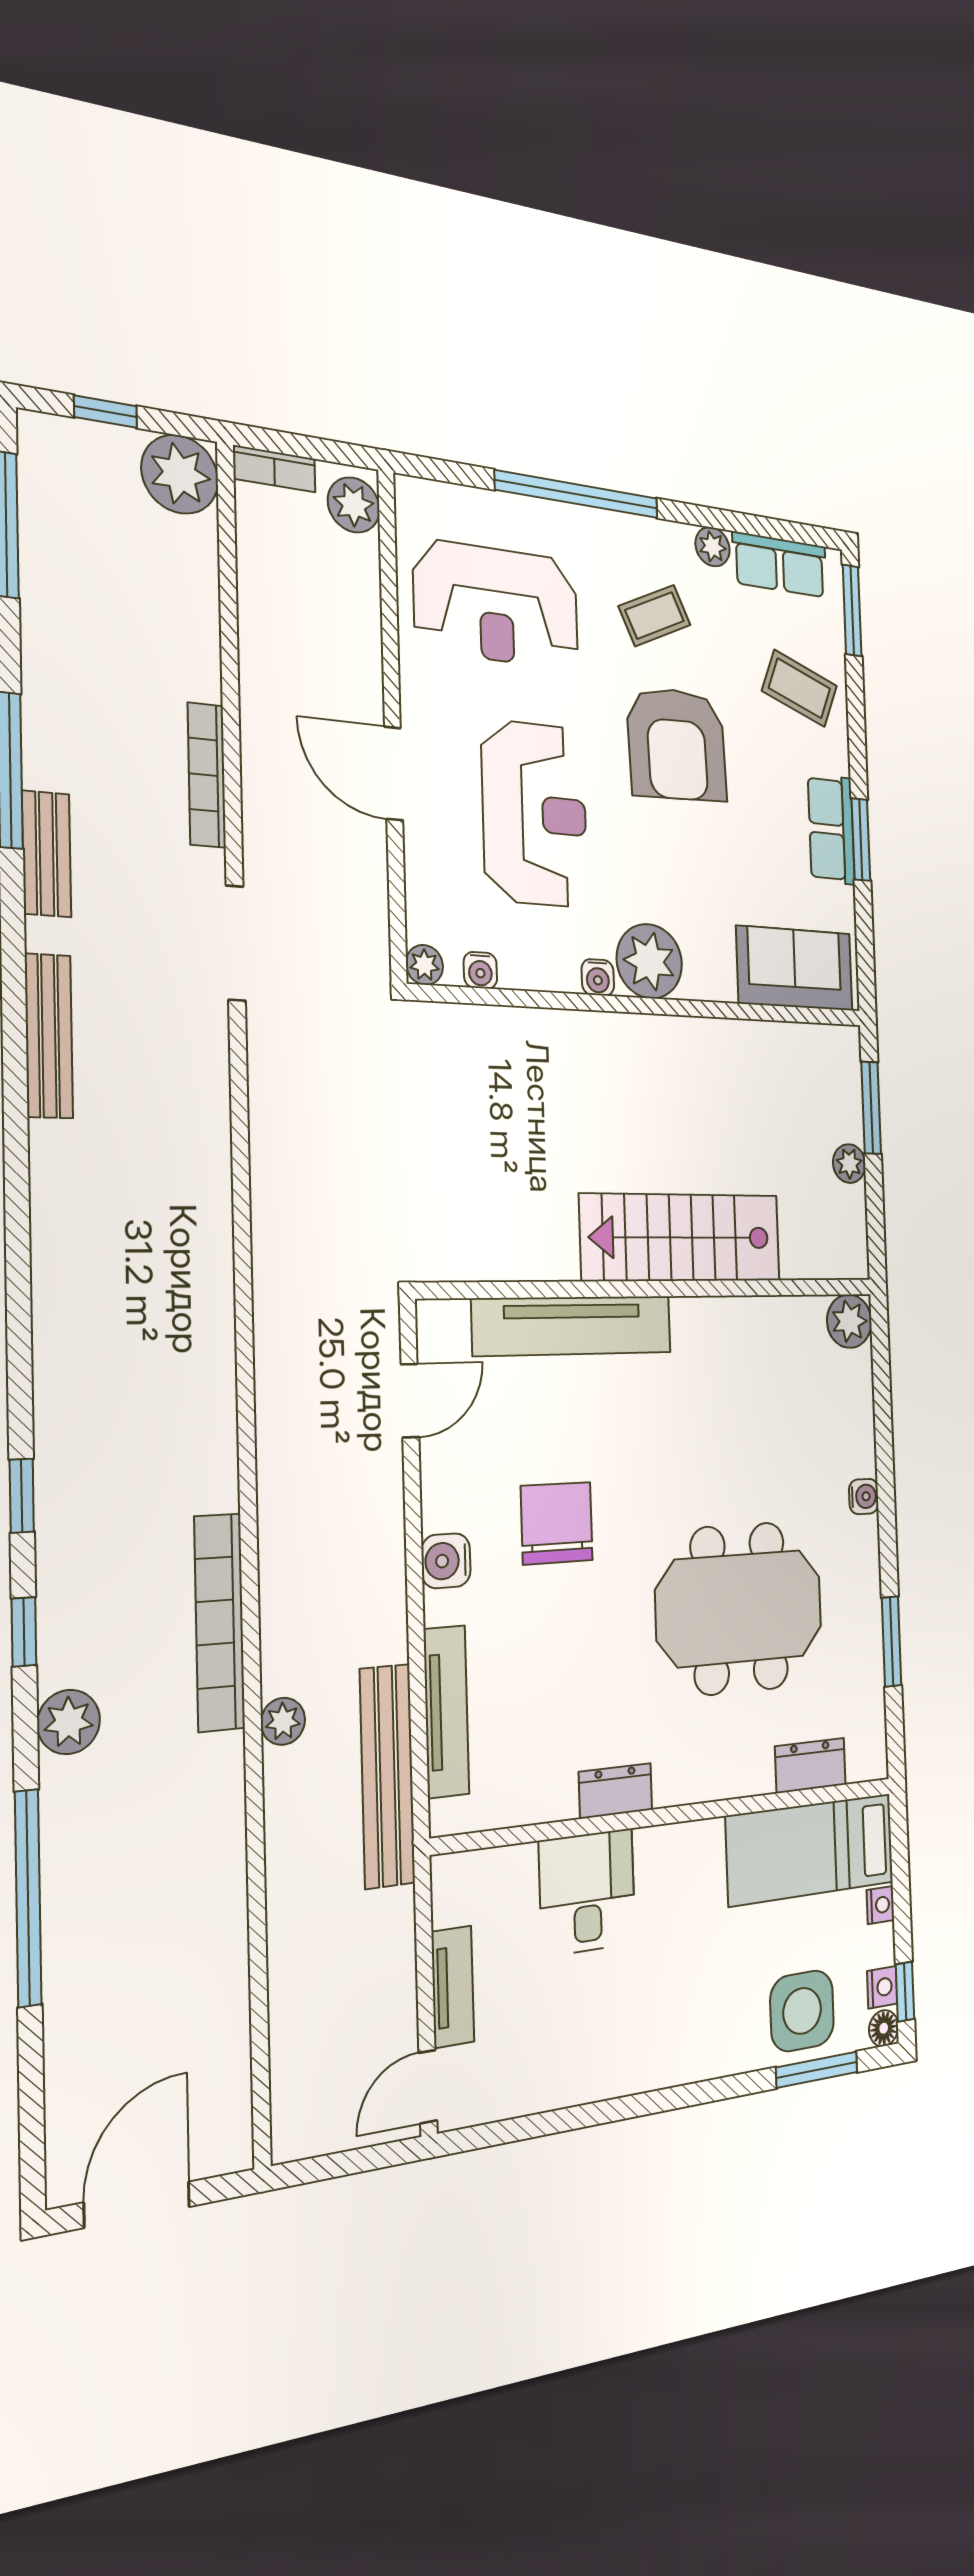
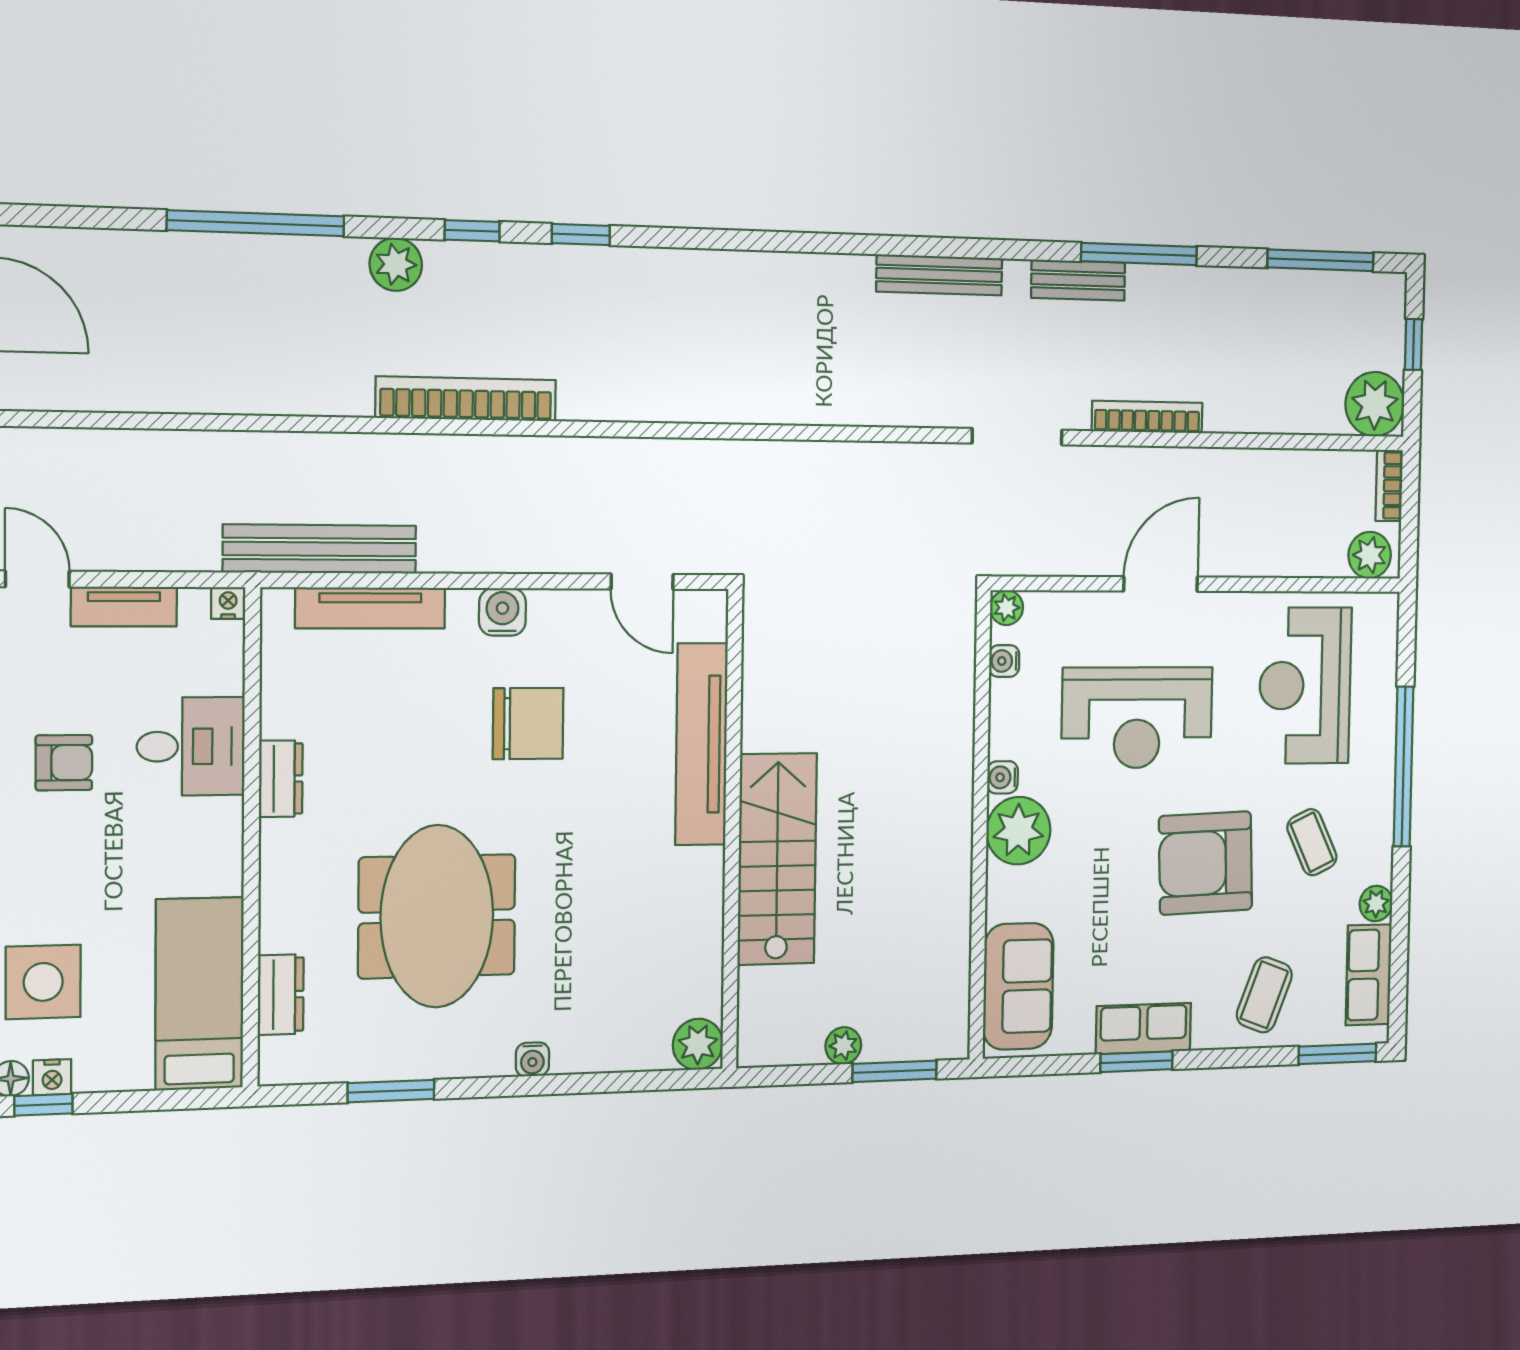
plant: (283, 1721) -> (377, 453), removed
nightstand: (880, 1905) -> (228, 603), moved, turned 180
armchair: (605, 2025) -> (64, 763), added

